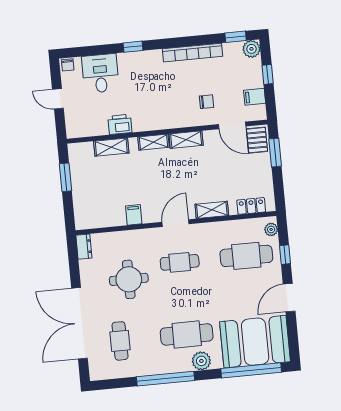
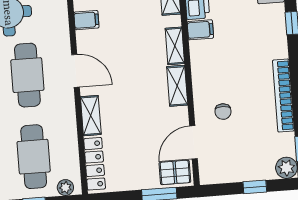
filing cabinet: (255, 97) -> (200, 30), moved, turned 90
locker: (251, 206) -> (95, 164), width x1.53
cafe table: (180, 262) -> (27, 75), width x1.37, depth x1.35

